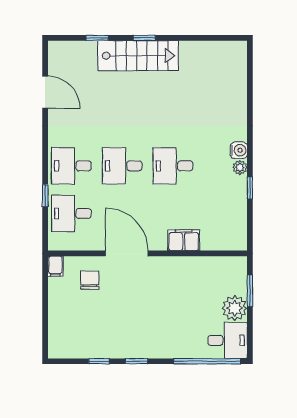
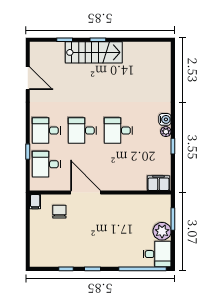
filing cabinet: (184, 240) -> (158, 183), moved

